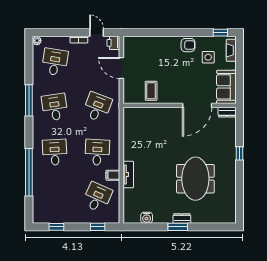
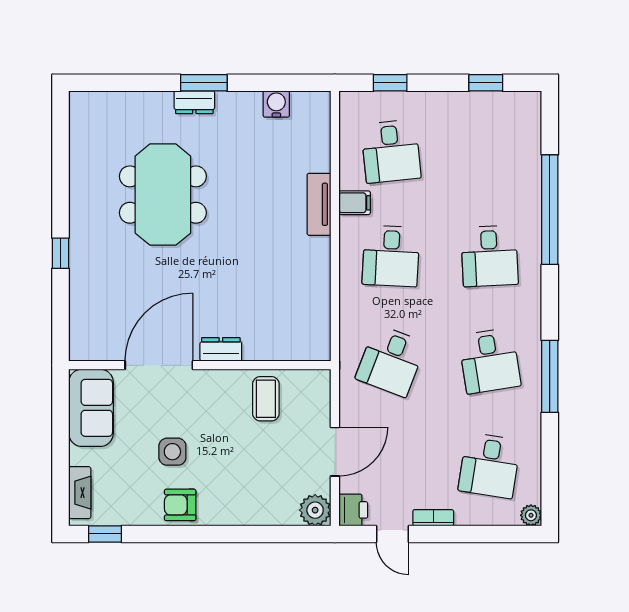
plant: (130, 43) -> (315, 510), added
side table: (208, 57) -> (172, 452), moved
door: (121, 68) -> (335, 452), hinge flipped
dresser: (227, 112) -> (221, 349), moved
desk: (97, 197) -> (391, 151), turned -30

